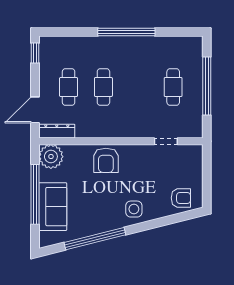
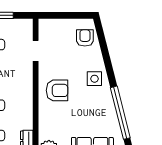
armchair: (106, 160) -> (57, 90), moved

